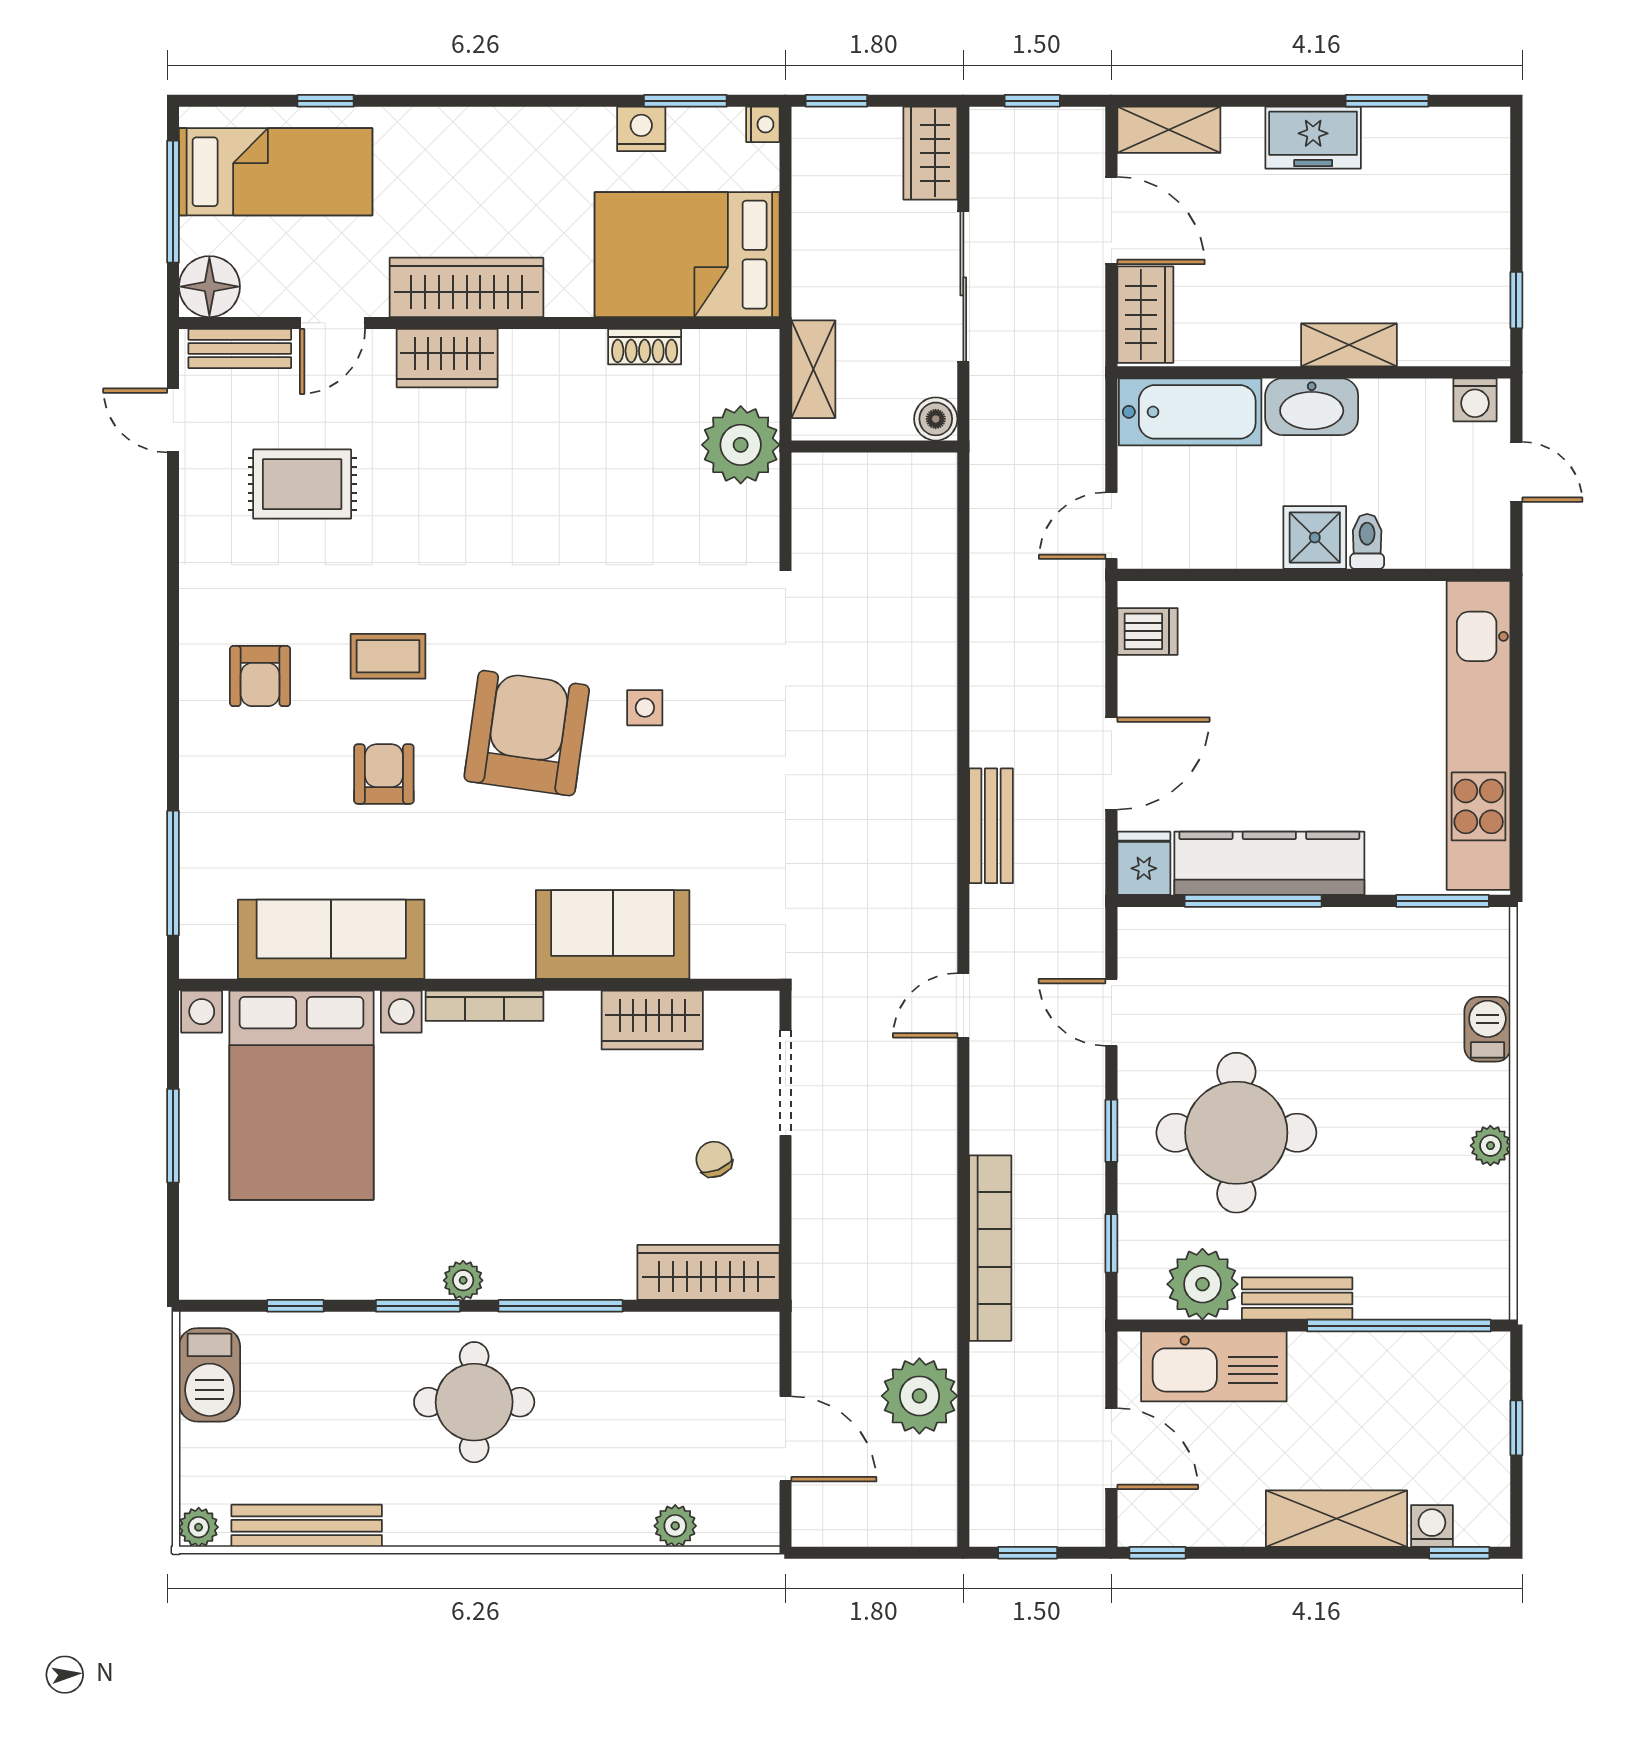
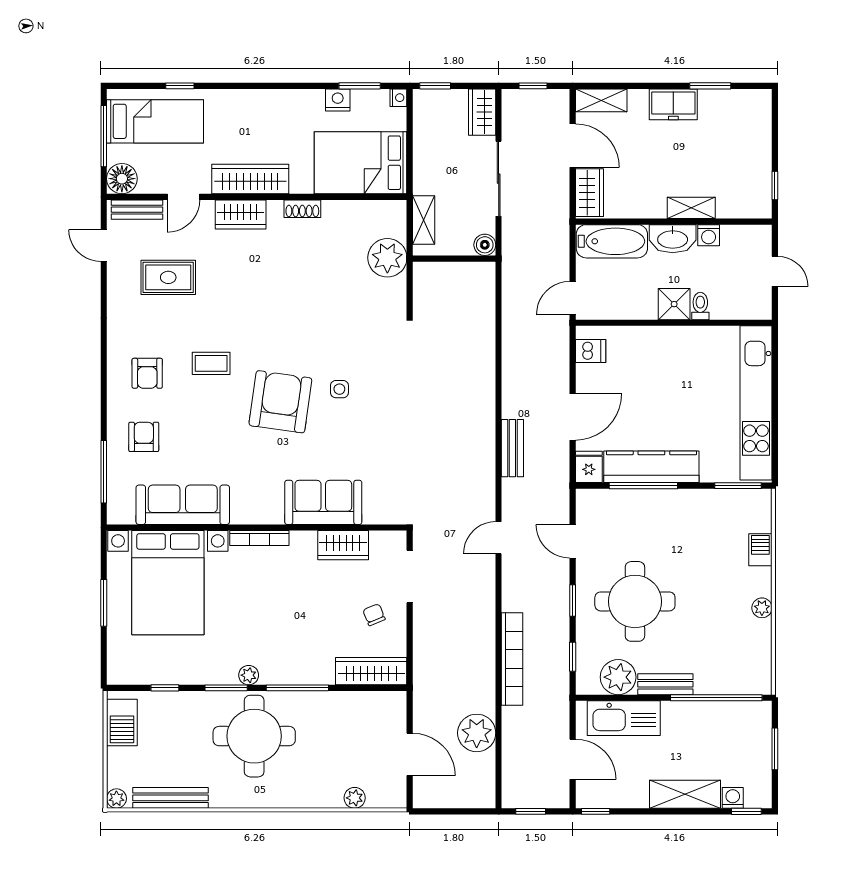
shoe rack: (645, 347) -> (302, 209), moved
washing machine: (1475, 400) -> (709, 235), moved
armchair: (384, 774) -> (144, 437), moved
round table: (474, 1402) -> (254, 736), width x1.36, depth x1.36
window: (1516, 1428) -> (775, 749), width x1.50

